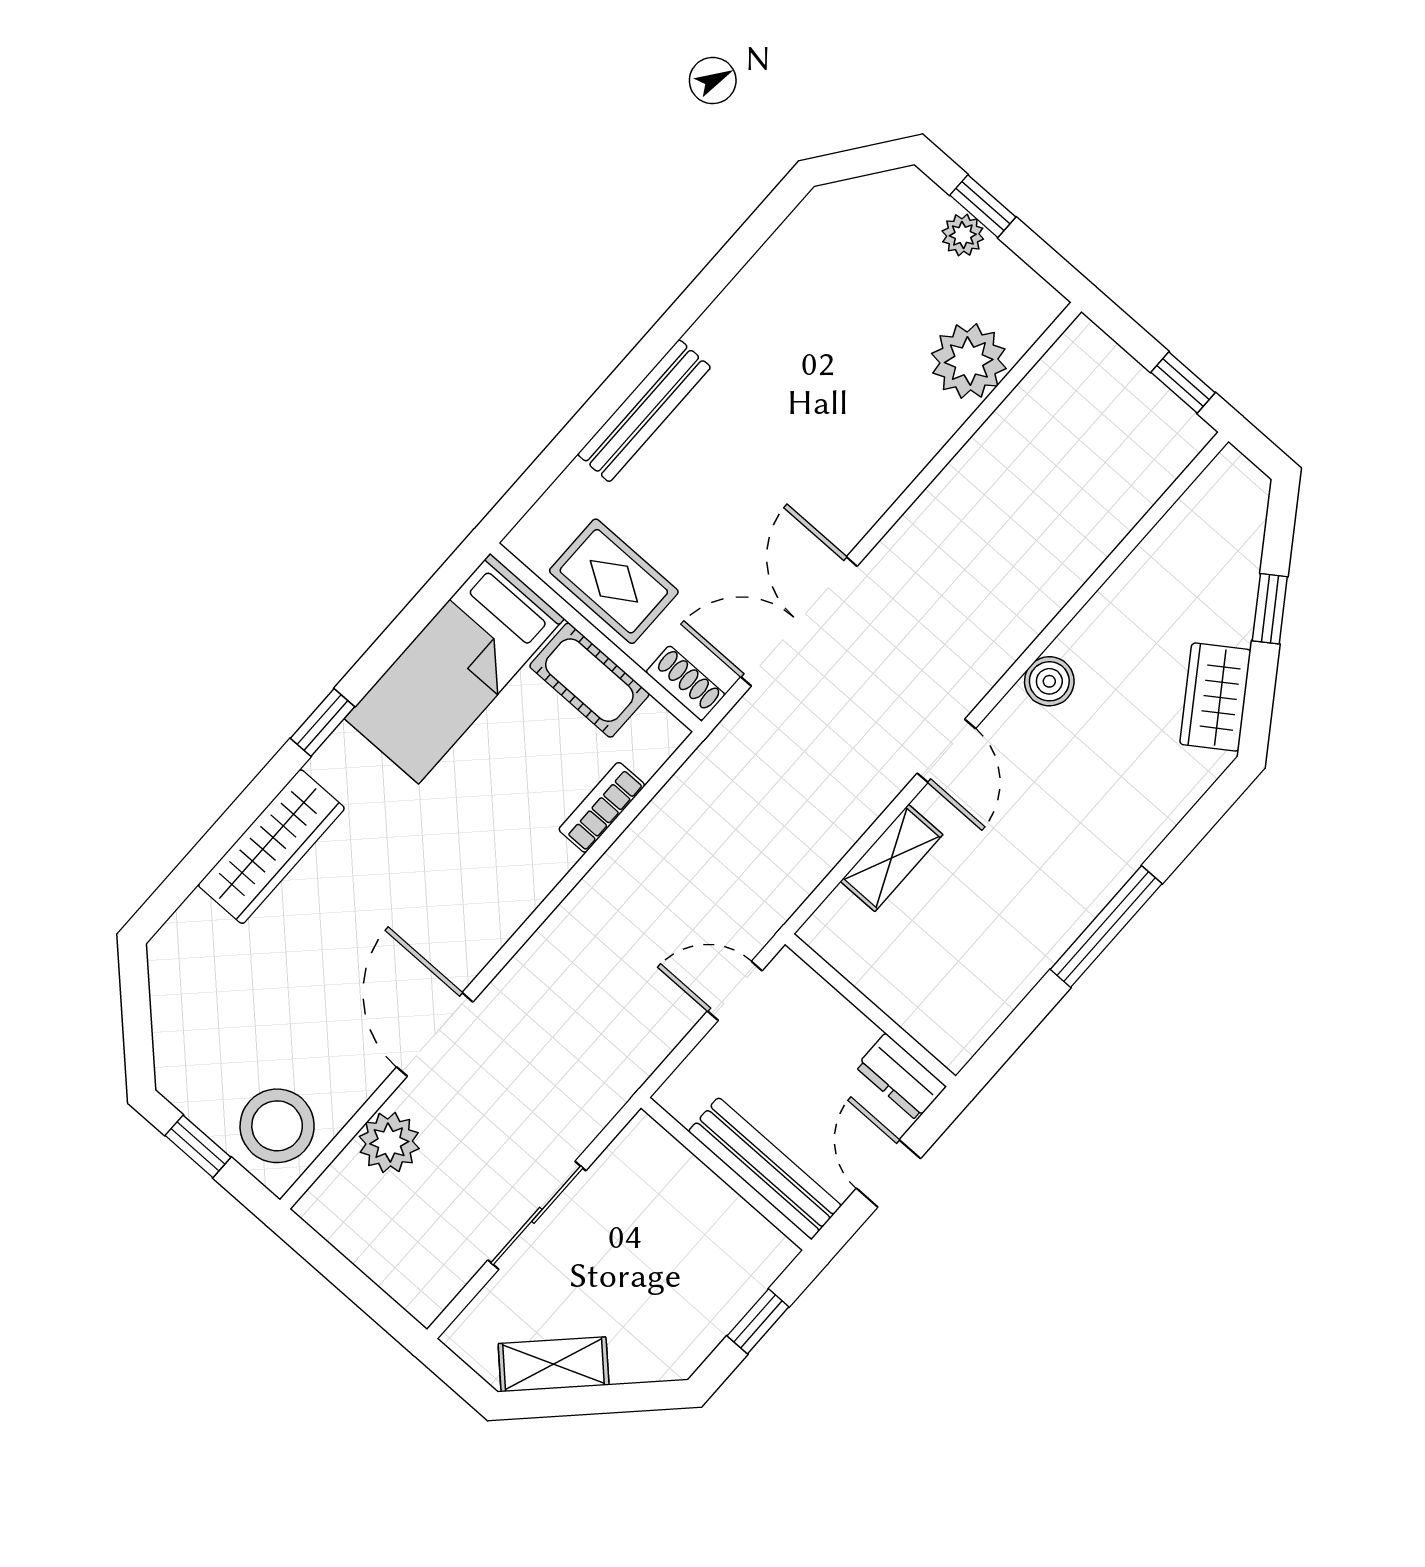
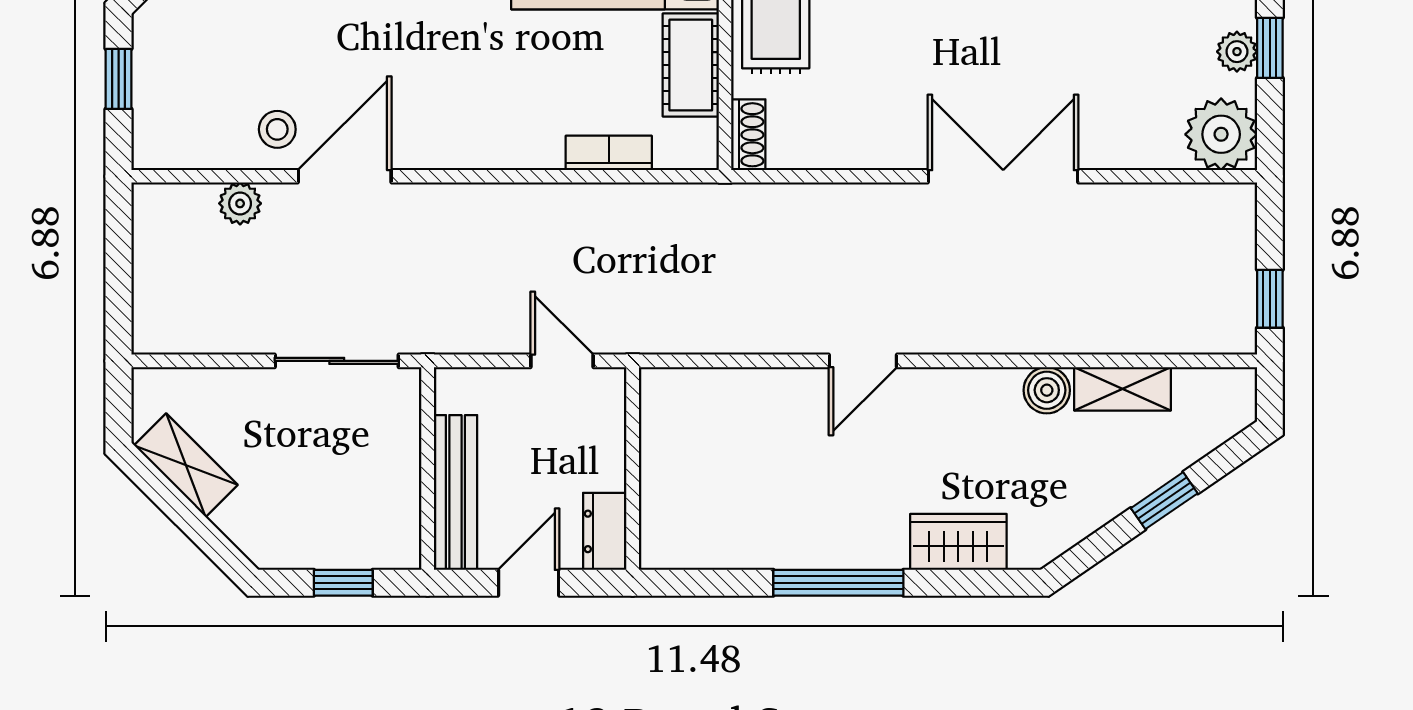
plant: (969, 361) -> (1221, 134), moved
double door: (799, 621) -> (1003, 176), moved
boiler: (1049, 681) -> (1047, 390), moved
wardrobe: (1215, 697) -> (958, 542), moved, turned 34
shelving: (892, 858) -> (1123, 389), moved
stool: (277, 1126) -> (277, 129), moved, width x0.53, depth x0.53
plant: (389, 1143) -> (240, 203), width x0.73, depth x0.73
sliding door: (537, 1215) -> (337, 361), moved

